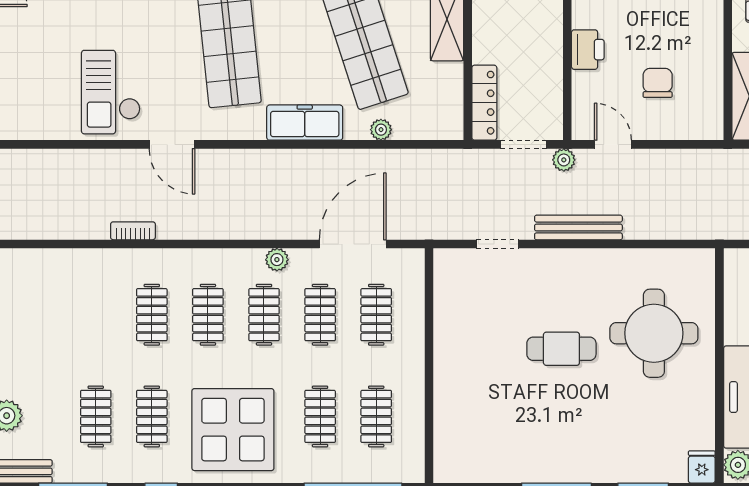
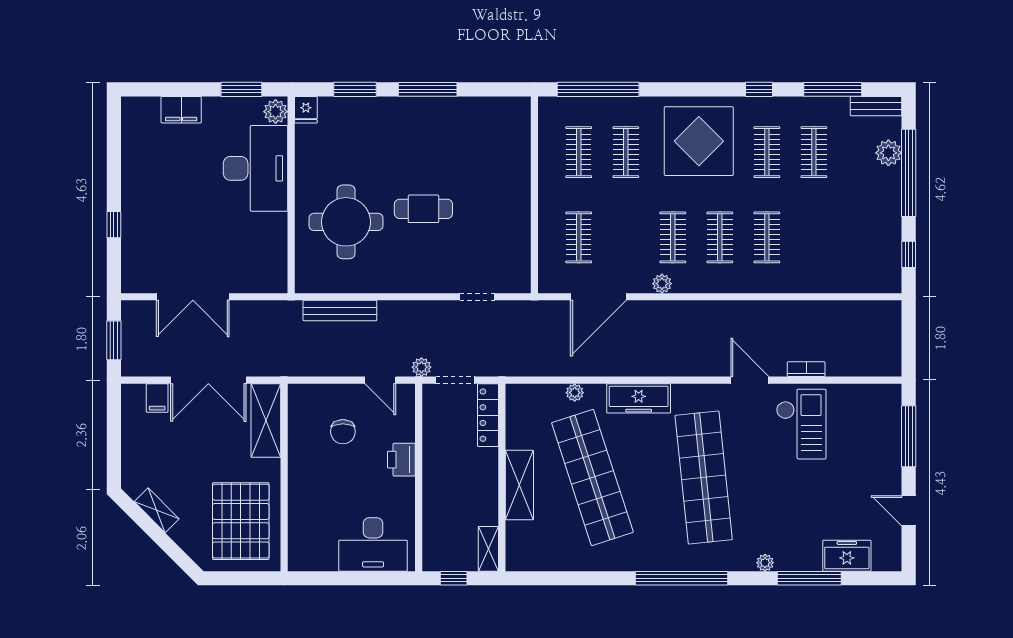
bench: (578, 227) -> (340, 311), moved
bookcase: (133, 231) -> (806, 369), moved, turned 180
clothes rail: (320, 315) -> (626, 237), removed

